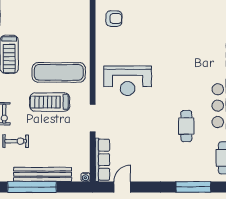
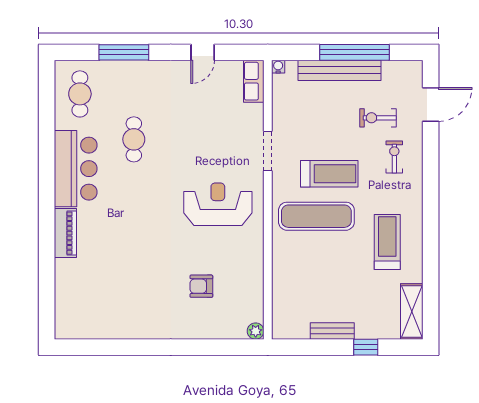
armchair: (114, 19) -> (201, 286), moved
row of seats: (102, 160) -> (254, 81), width x0.68
door: (122, 187) -> (203, 52), moved

